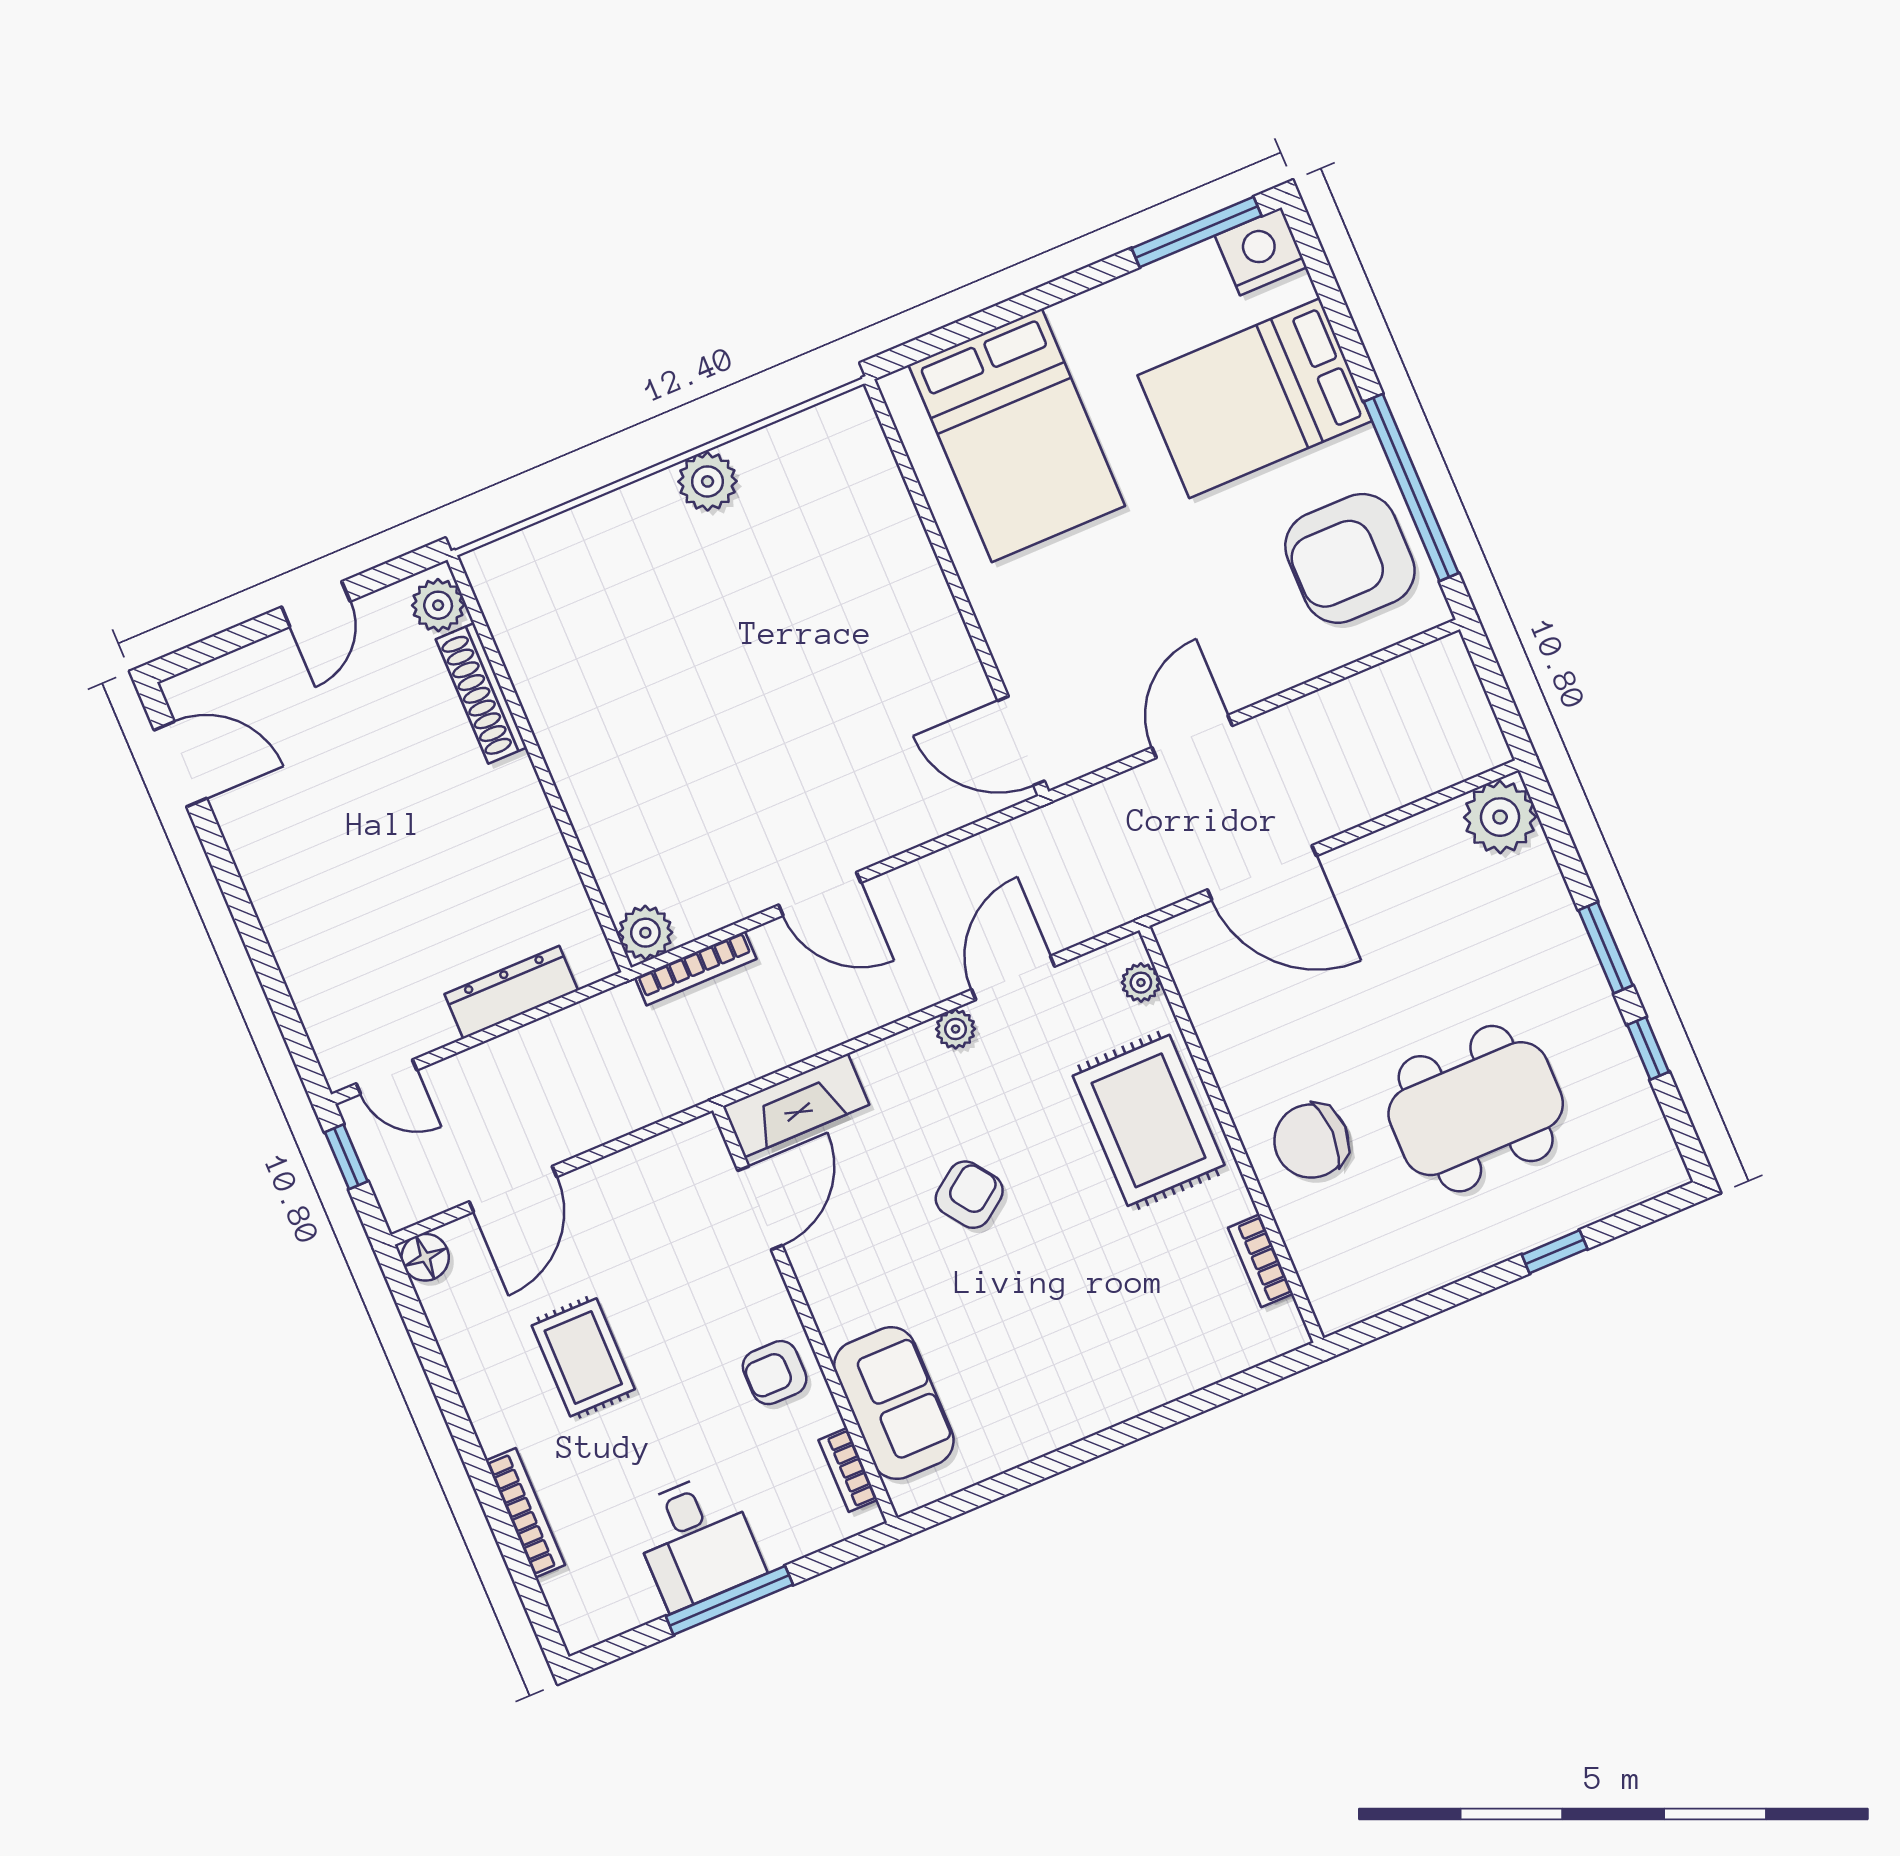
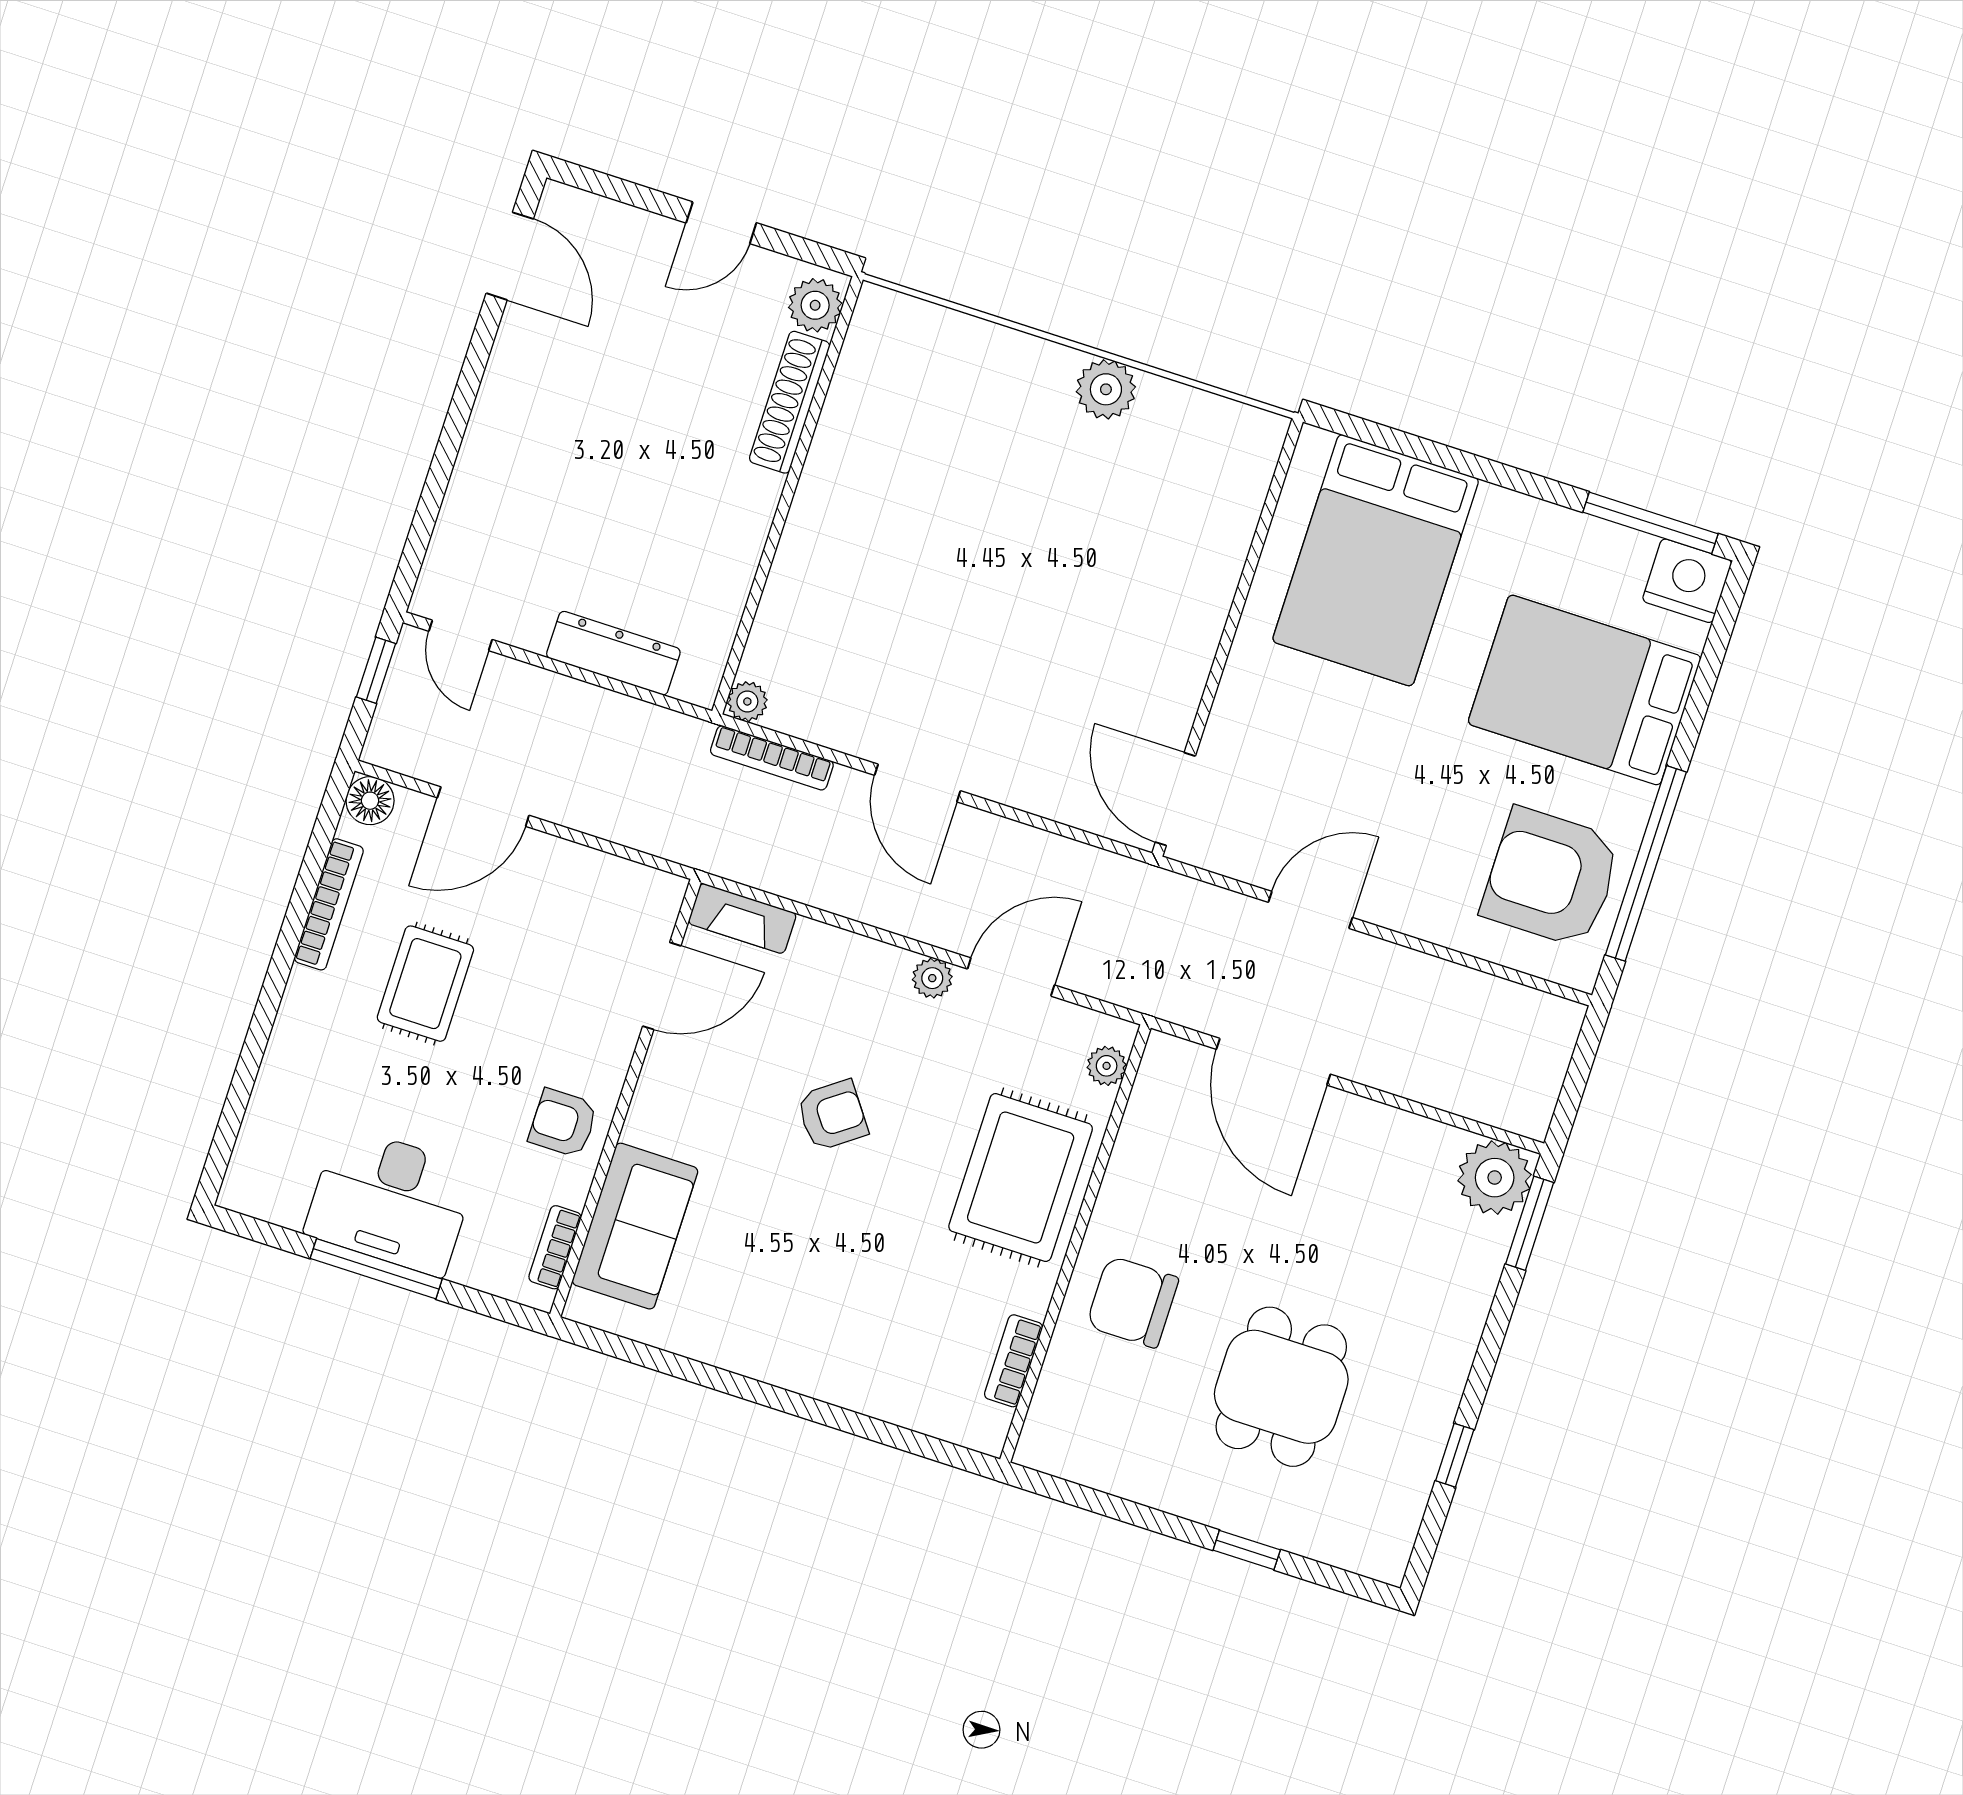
plant: (645, 933) -> (747, 702), width x0.73, depth x0.73
window: (1606, 948) -> (1530, 1223), moved
fireplace: (796, 1105) -> (742, 918), width x0.73, depth x0.76
dining table: (1476, 1109) -> (1281, 1387), width x0.73
bookcase: (525, 1513) -> (329, 904), moved
desk: (697, 1541) -> (391, 1201), width x1.37

